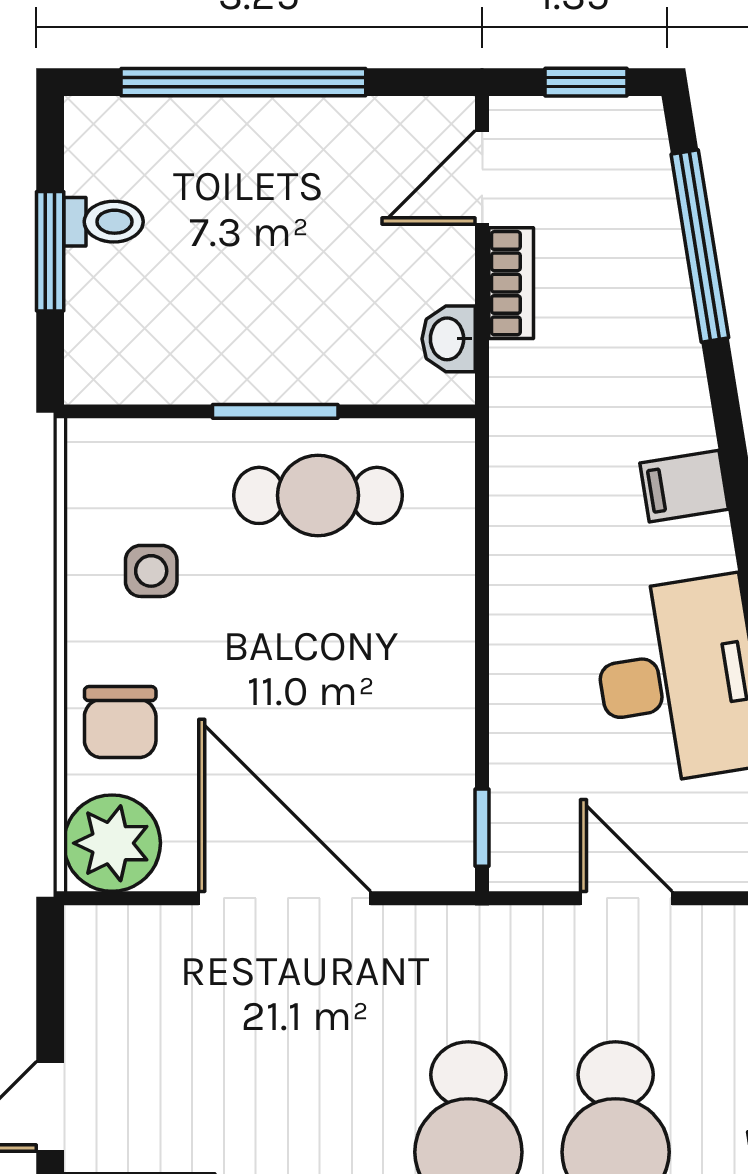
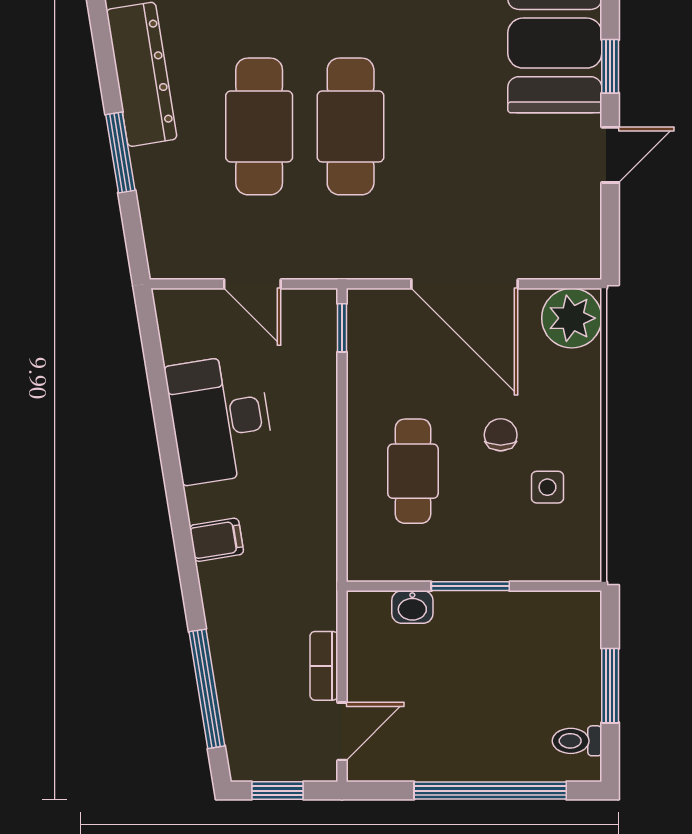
toilet: (103, 222) -> (577, 741), moved
washbasin: (449, 339) -> (412, 607), moved, turned 90
cafe table: (318, 495) -> (413, 471), moved, turned 90
chair: (120, 722) -> (501, 435), moved, width x0.73, depth x0.73

